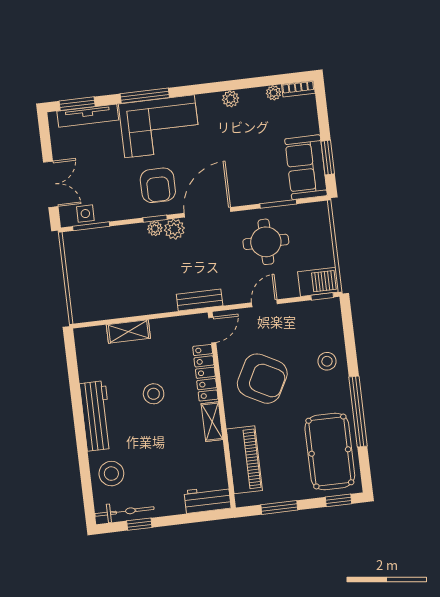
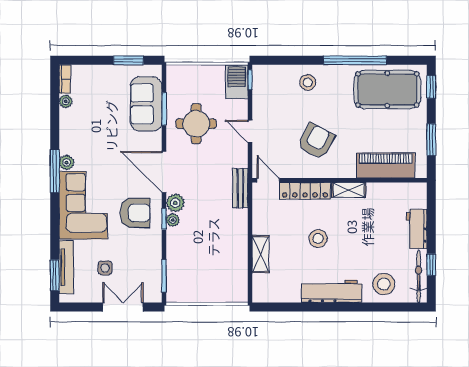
window: (145, 96) -> (55, 171), moved
plant: (231, 99) -> (67, 162), moved
sofa: (306, 167) -> (146, 104), moved, turned 90
side table: (85, 214) -> (105, 268), moved
armchair: (262, 379) -> (316, 141), width x0.73, depth x0.73
workbench: (208, 499) -> (417, 229), moved

